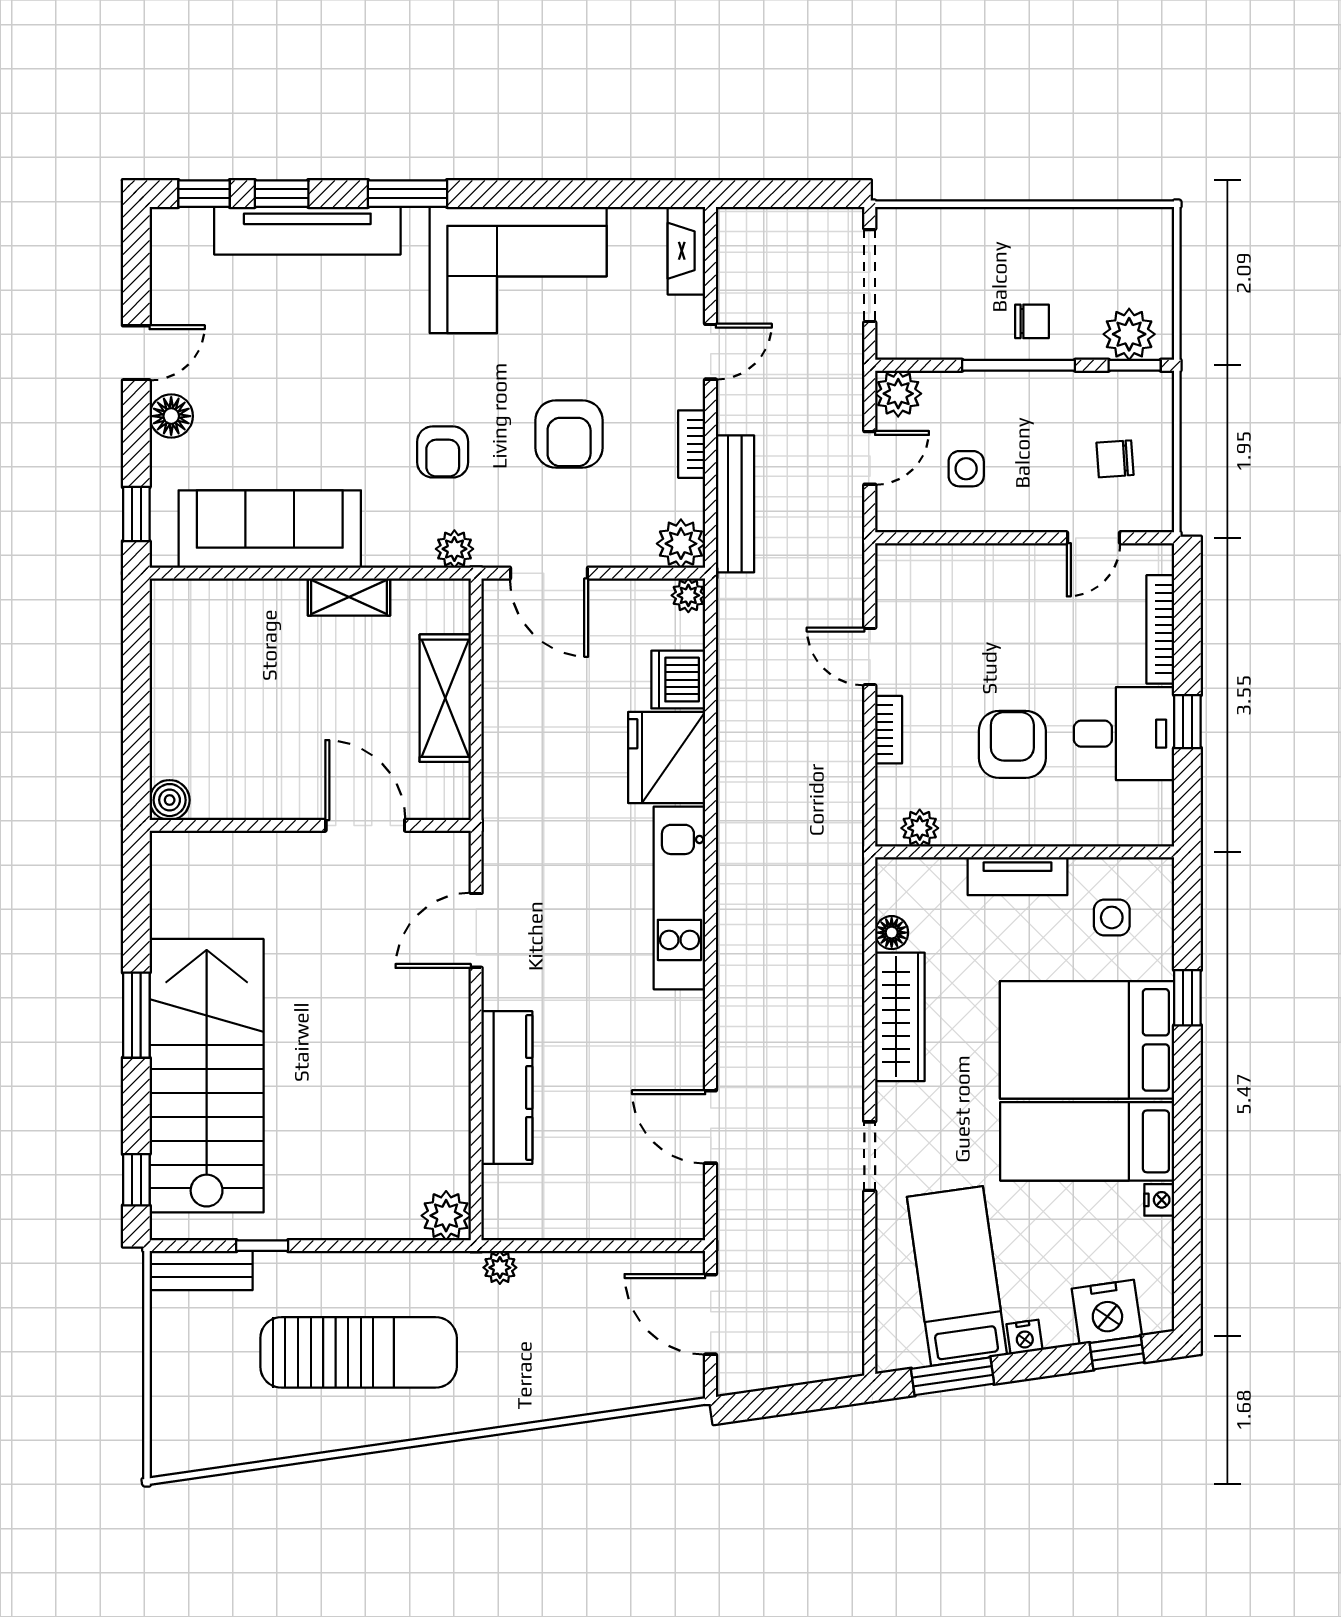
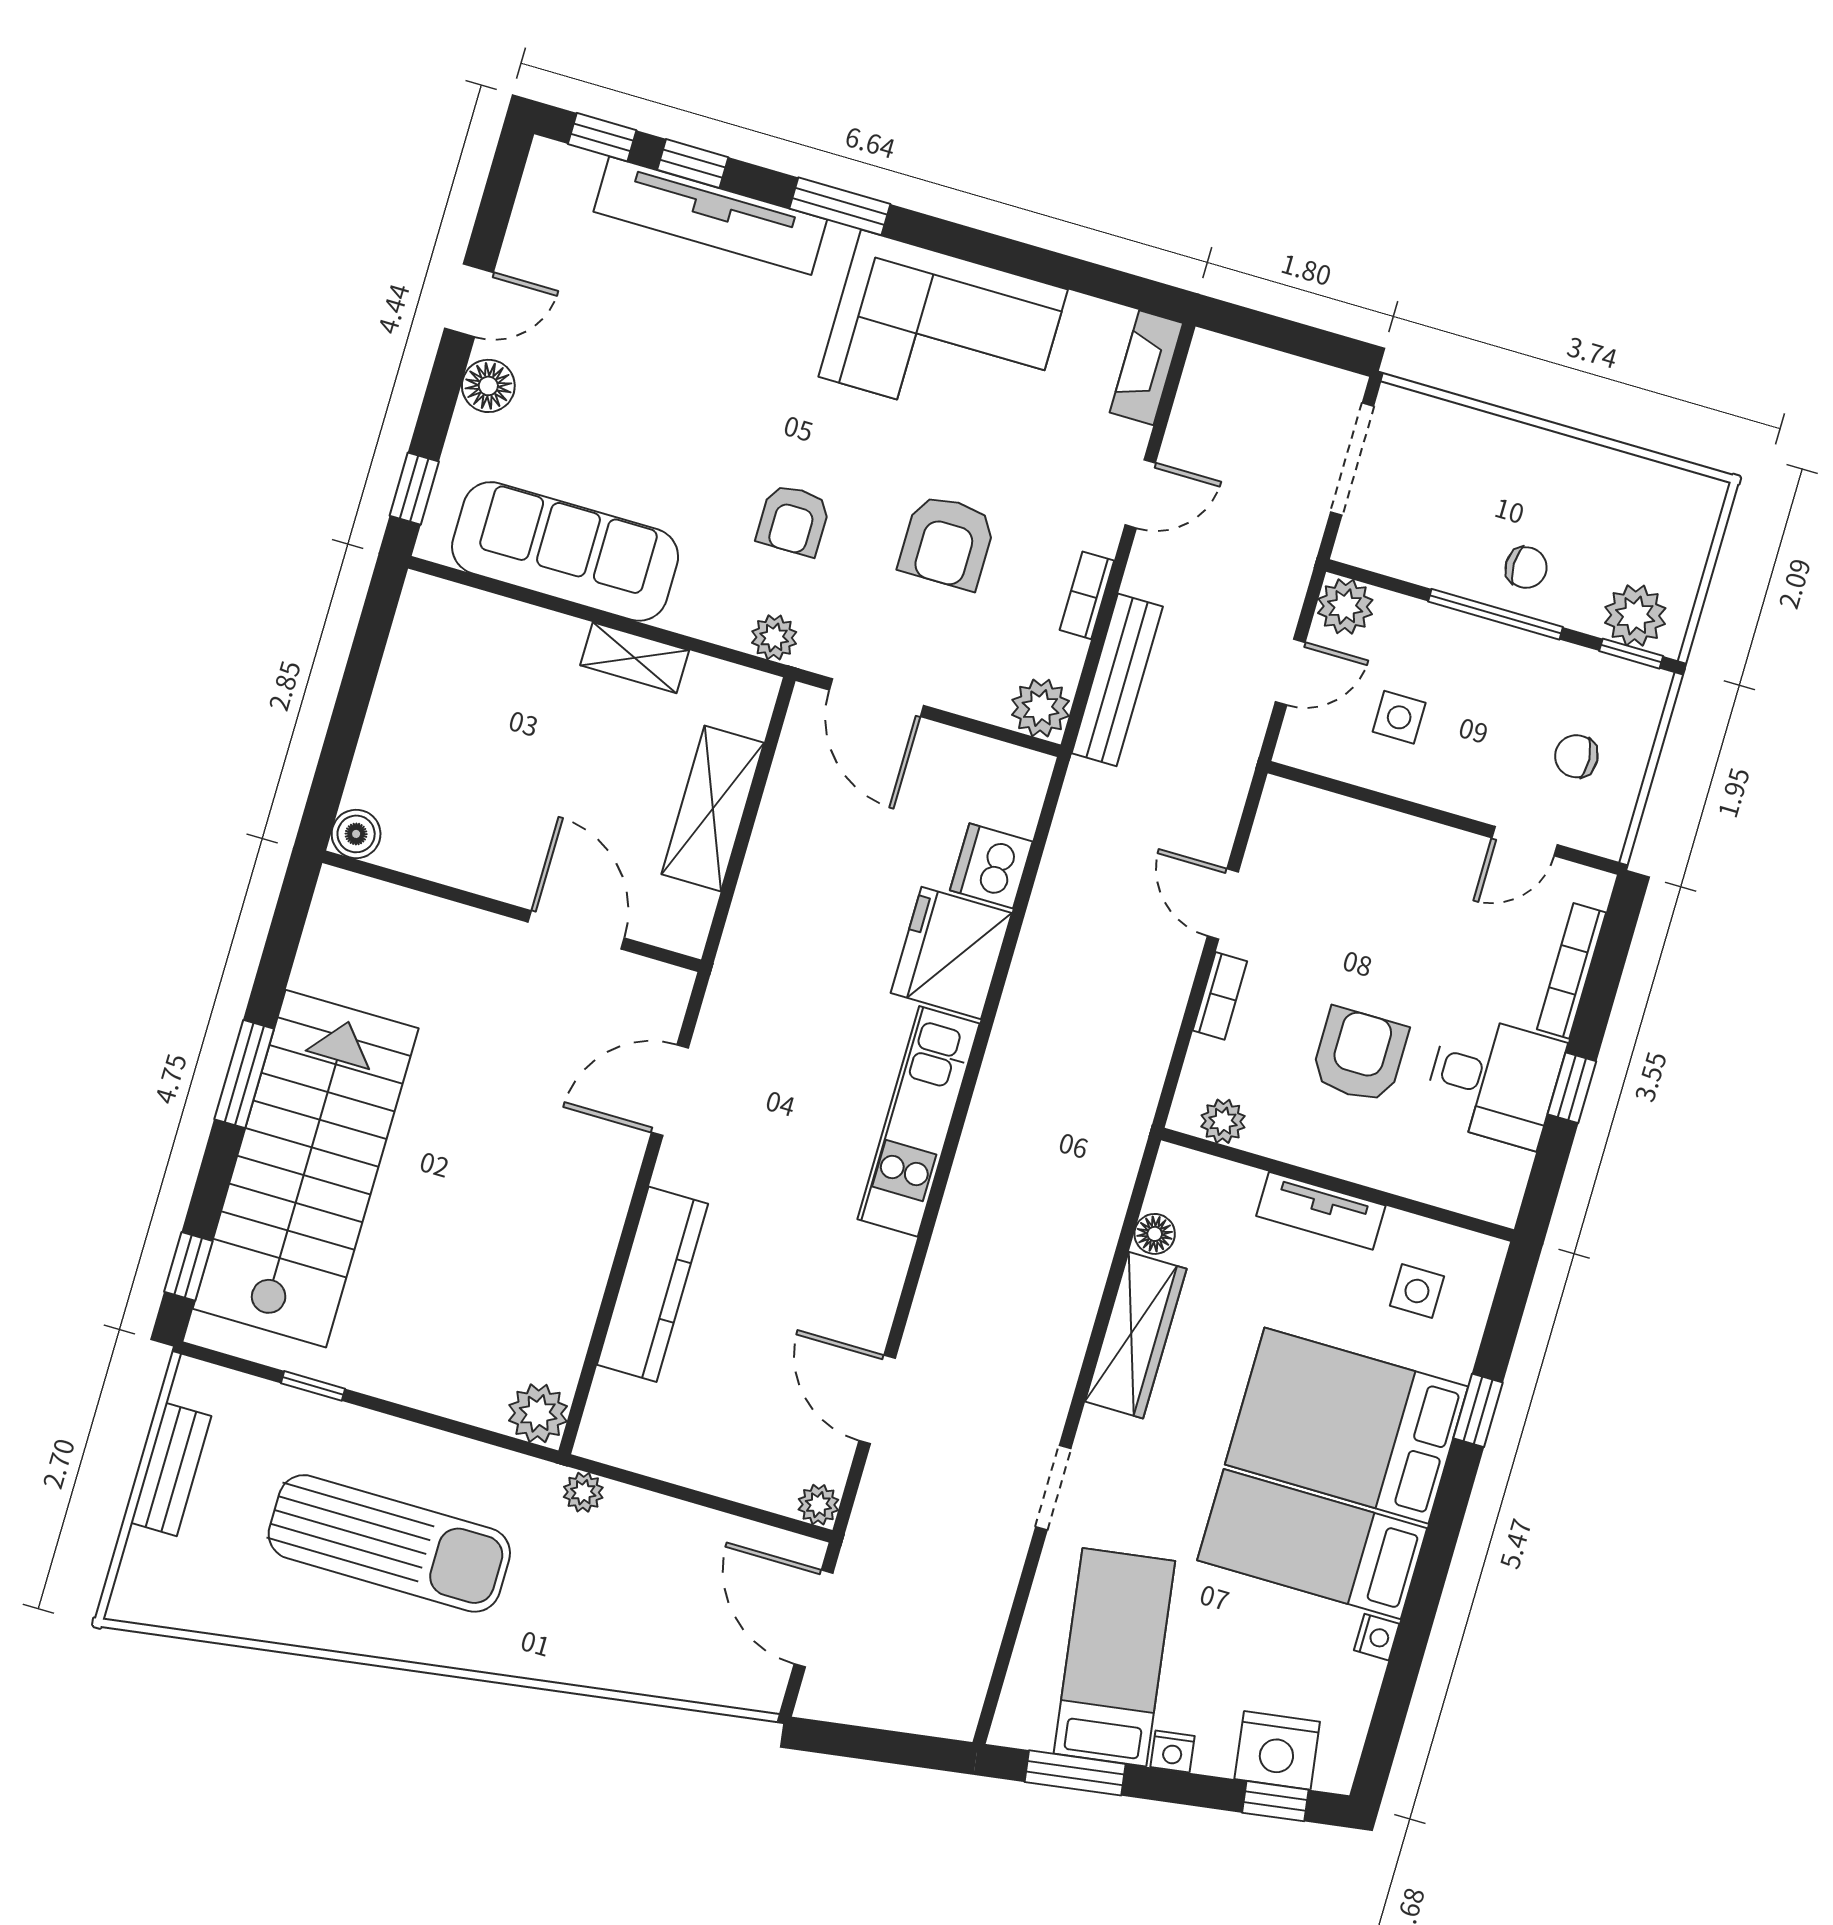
plant: (688, 595) -> (818, 1505), moved
bench: (201, 1271) -> (171, 1469), moved, turned 90

